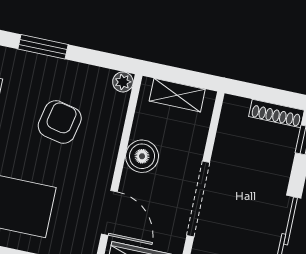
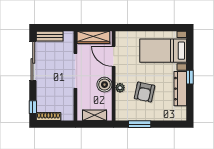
window: (43, 47) -> (140, 124), moved
plant: (123, 82) -> (120, 88), moved

